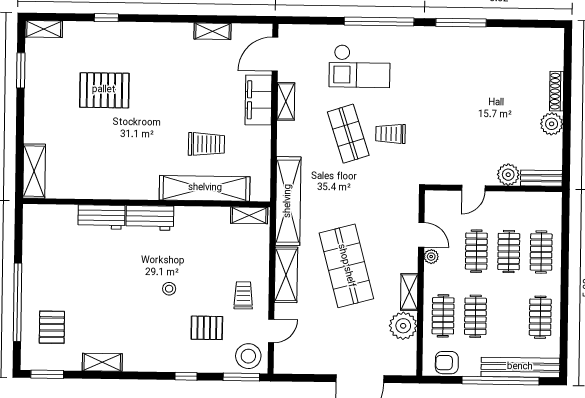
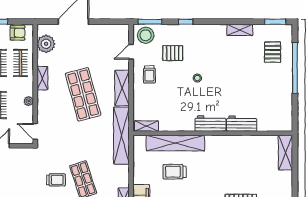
door: (421, 235) -> (35, 132), moved
plant: (403, 326) -> (46, 44), moved

